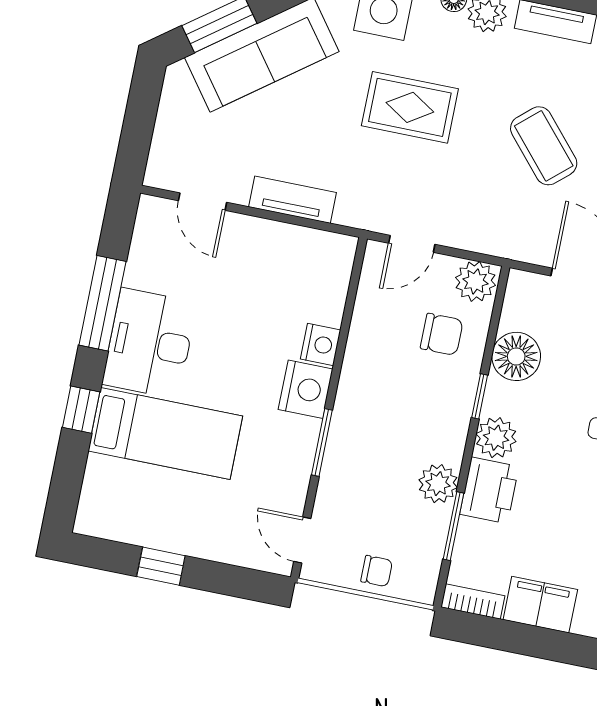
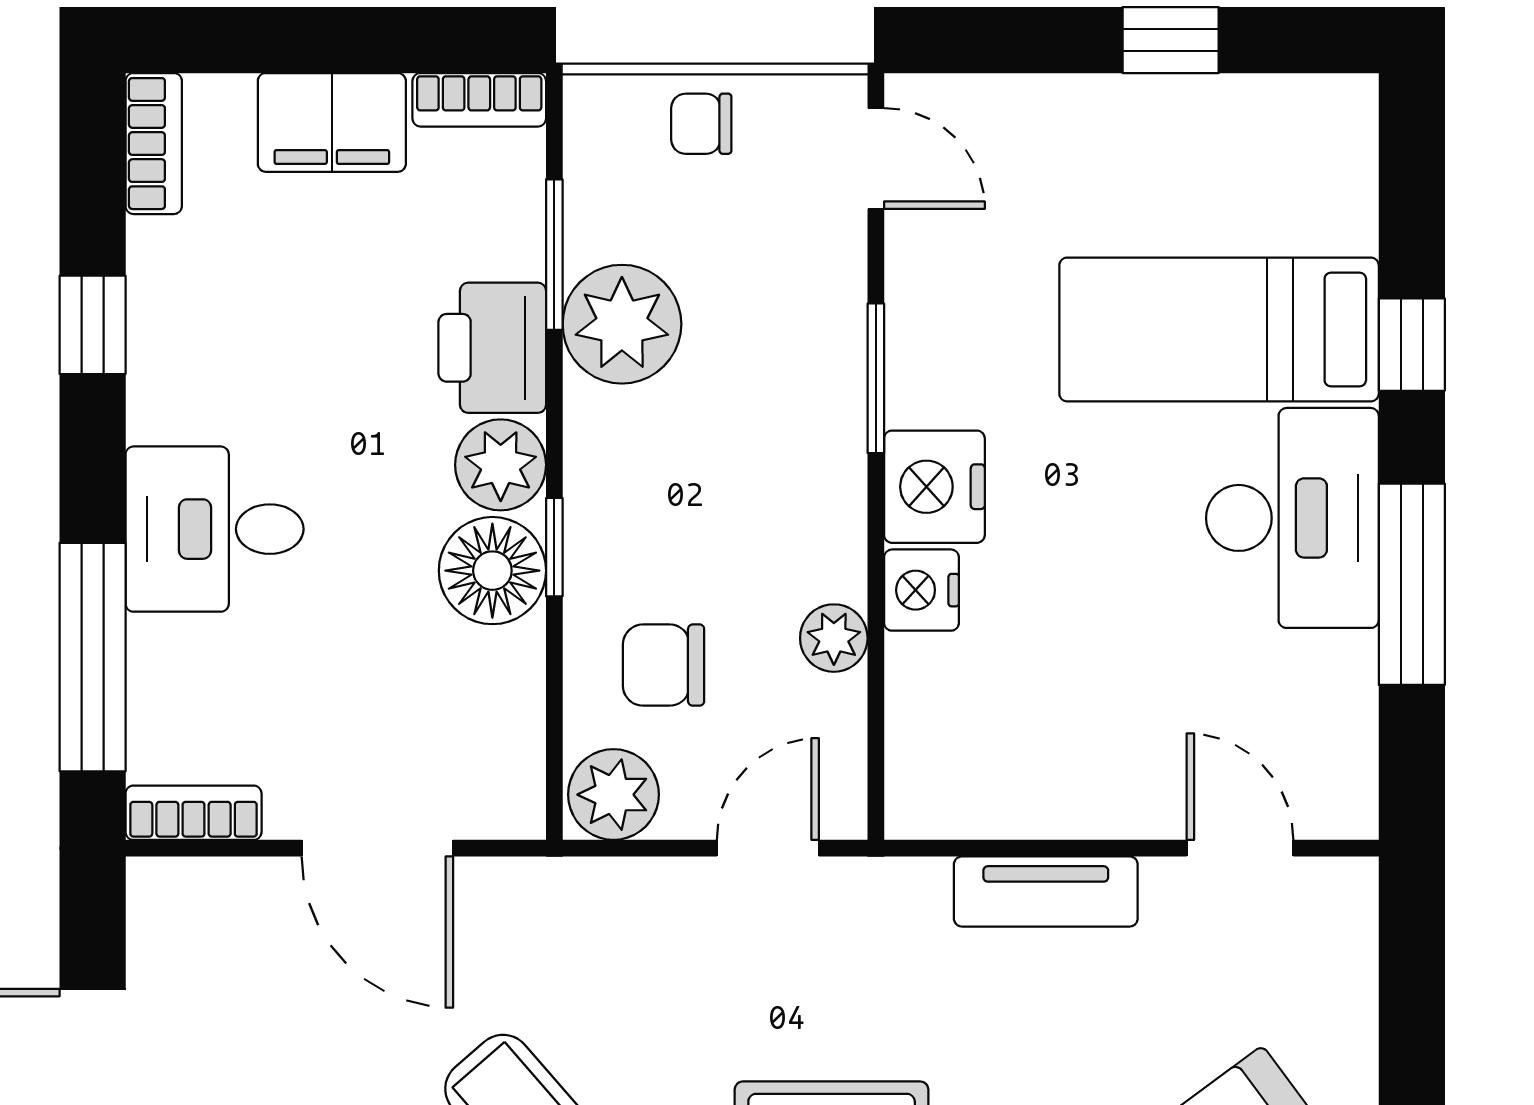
plant: (364, 331) -> (834, 638), added
floor lamp: (516, 356) -> (492, 571), moved
plant: (438, 484) -> (622, 324), width x1.36, depth x1.36

